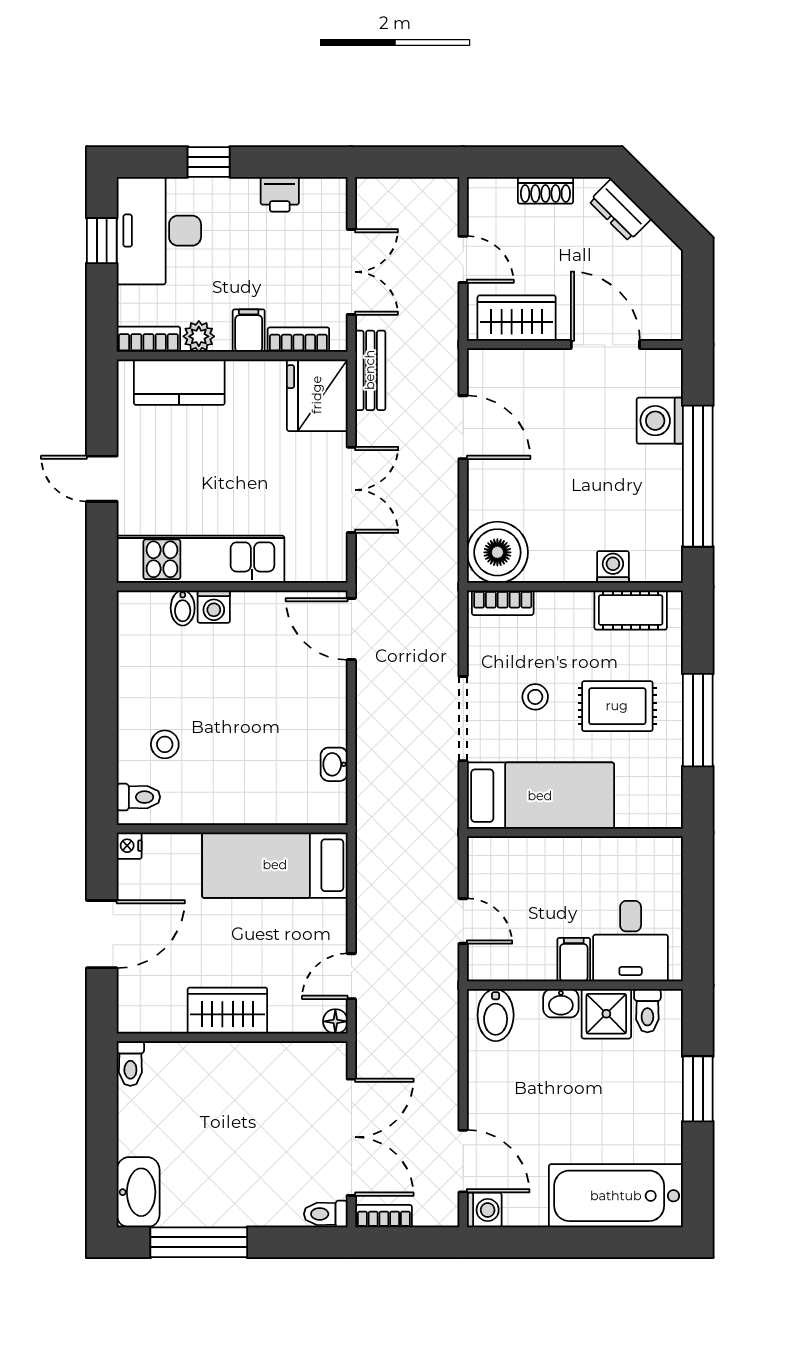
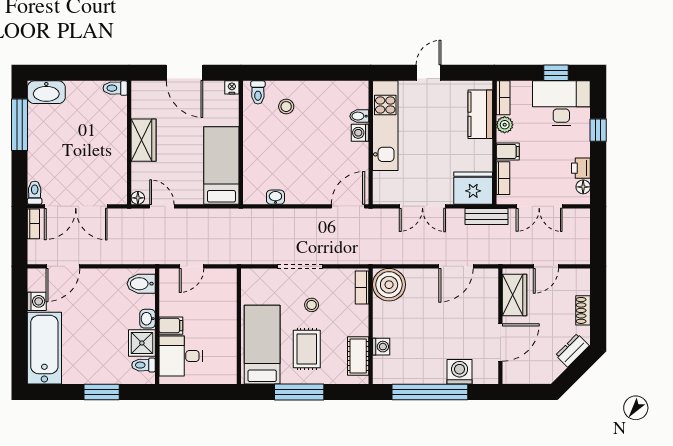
floor lamp: (315, 190) -> (583, 187), added
bed: (540, 796) -> (262, 345), moved, turned 180
washing machine: (484, 1210) -> (37, 301), moved, turned -90

